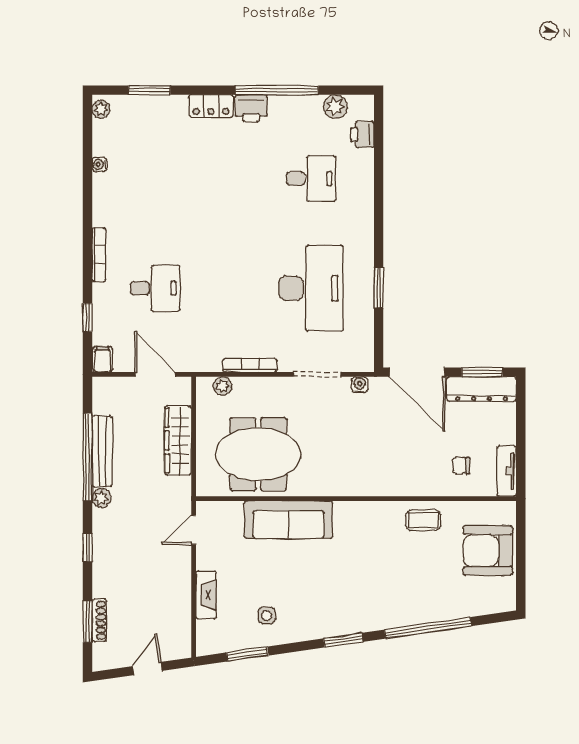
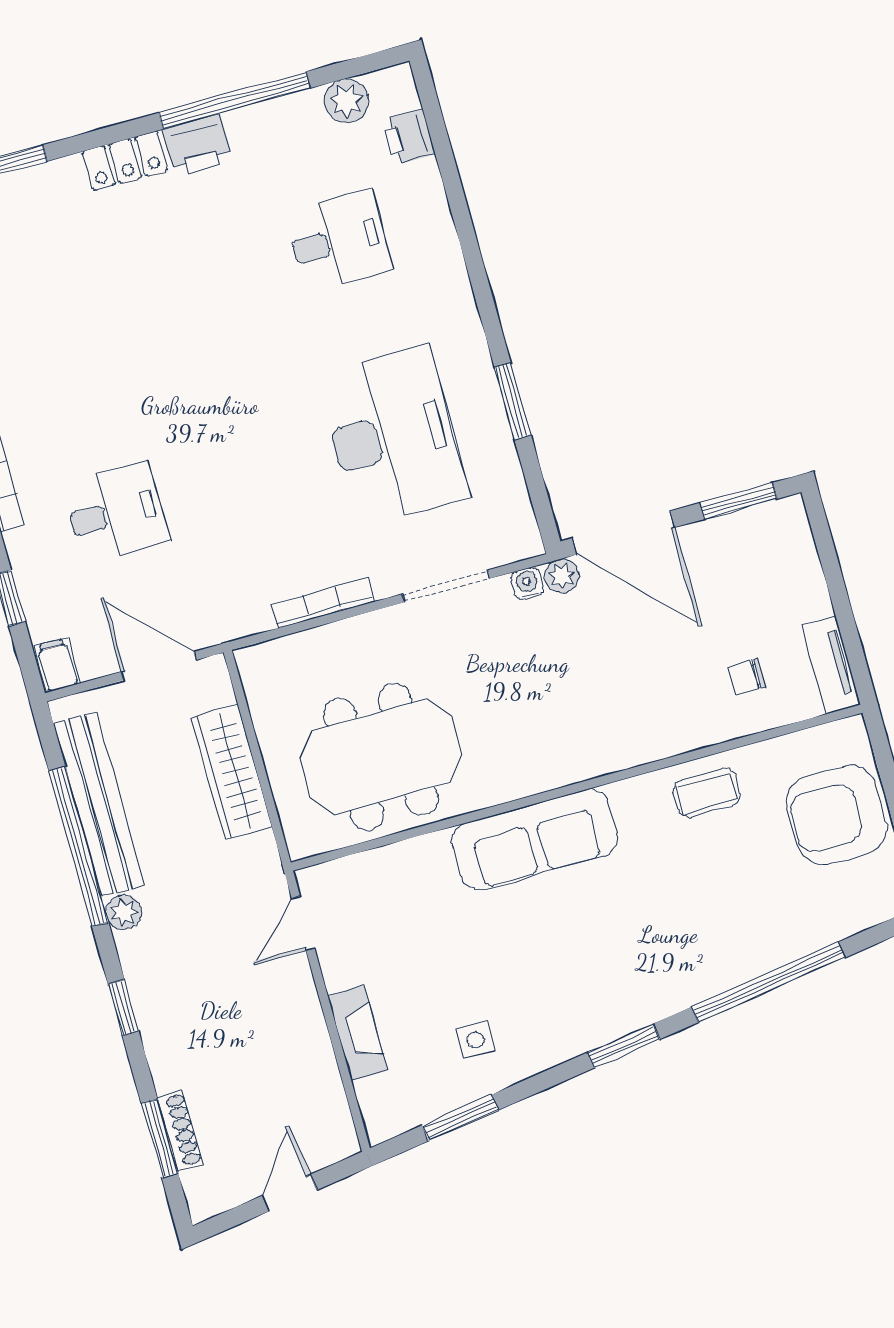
plant: (222, 386) -> (562, 576), moved
dresser: (482, 389) -> (746, 531), removed
bench: (102, 451) -> (99, 804), width x1.37, depth x1.21
sofa: (289, 520) -> (535, 840), moved

